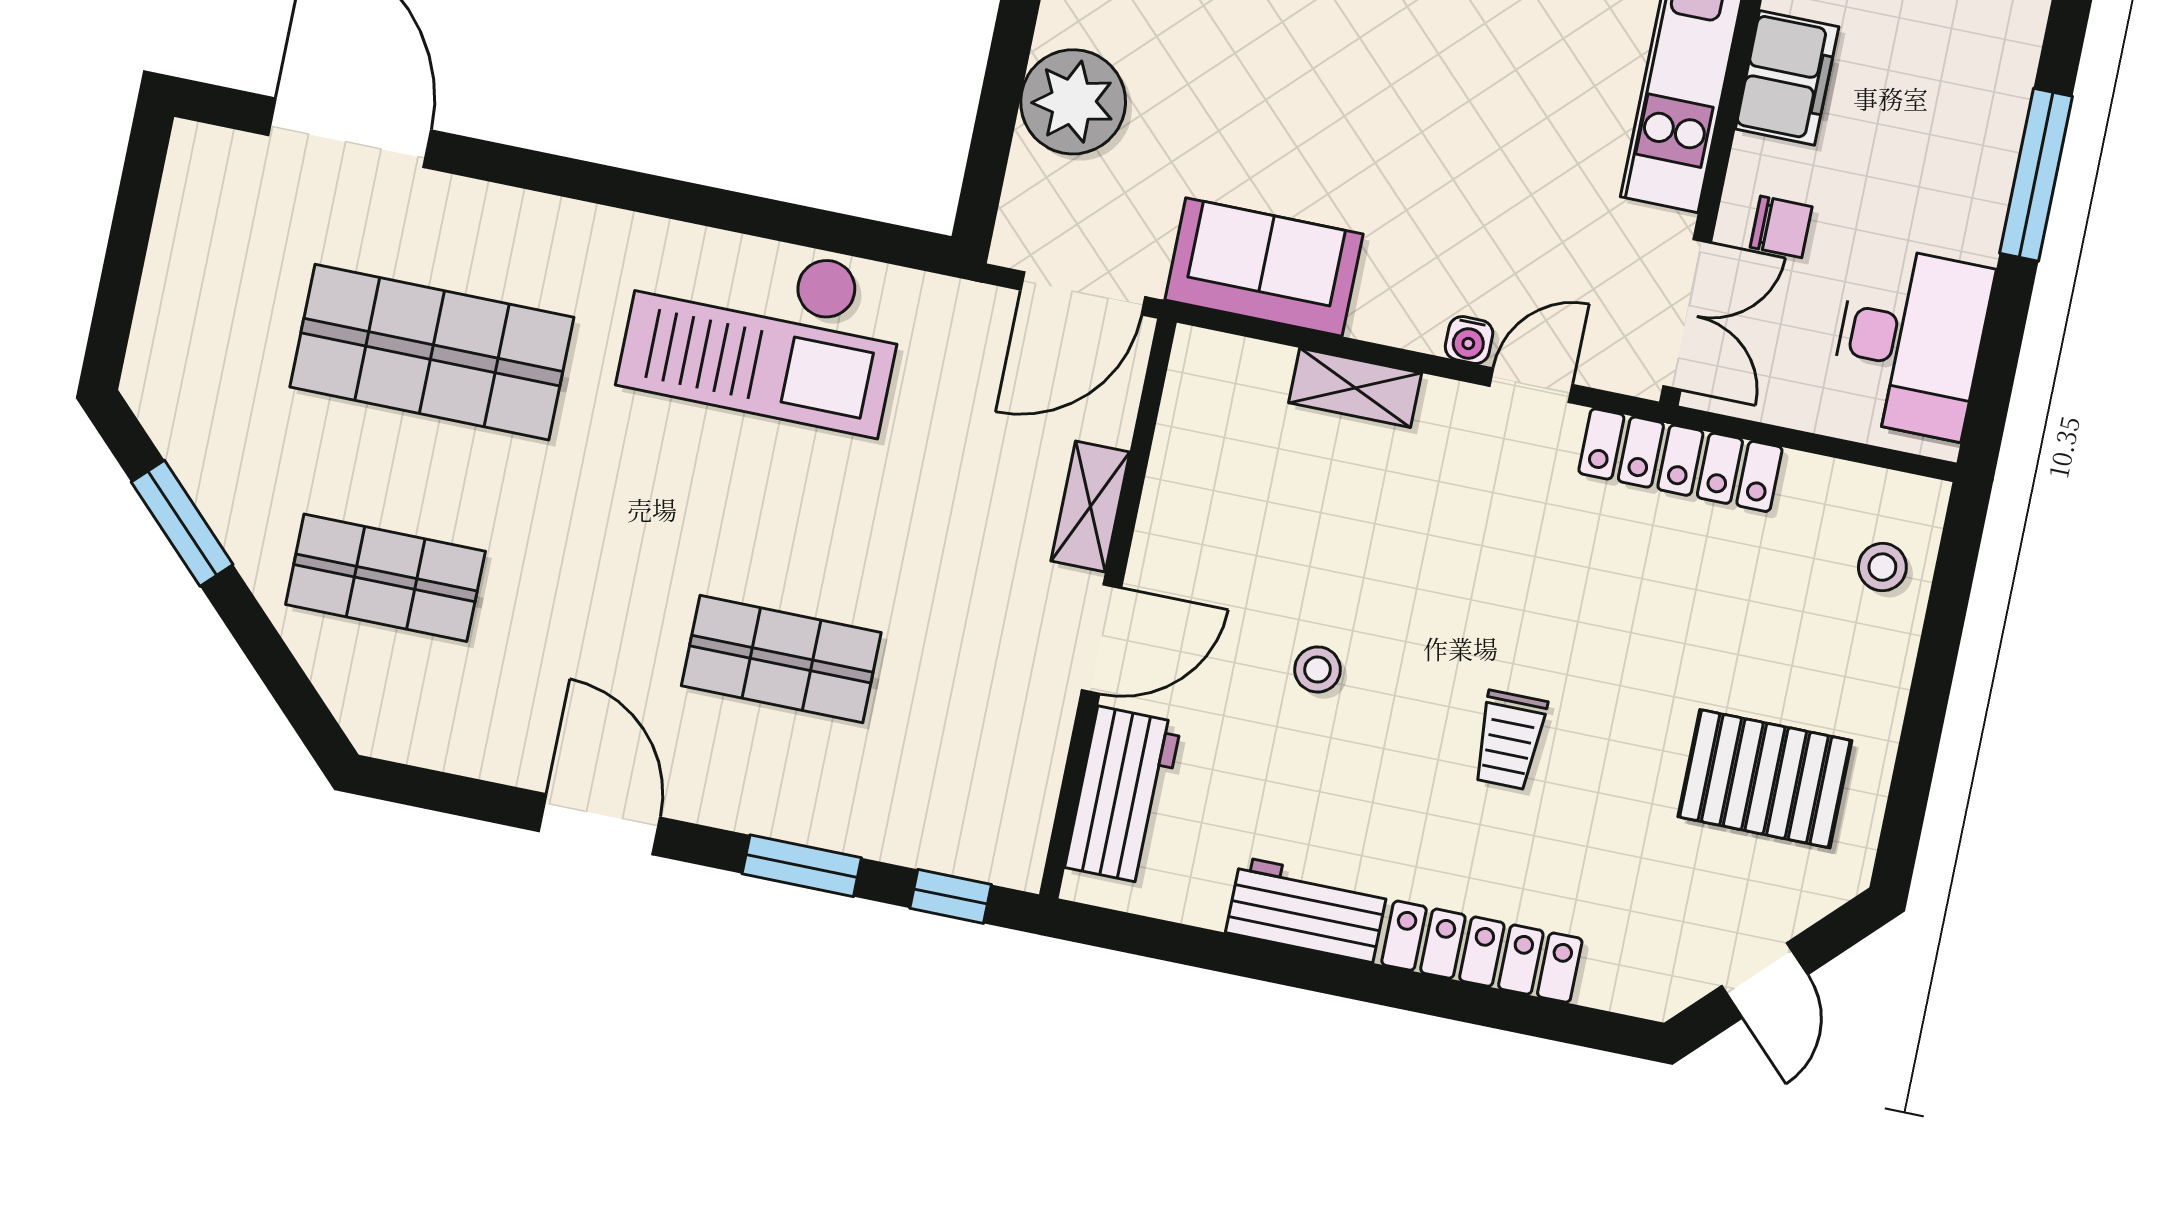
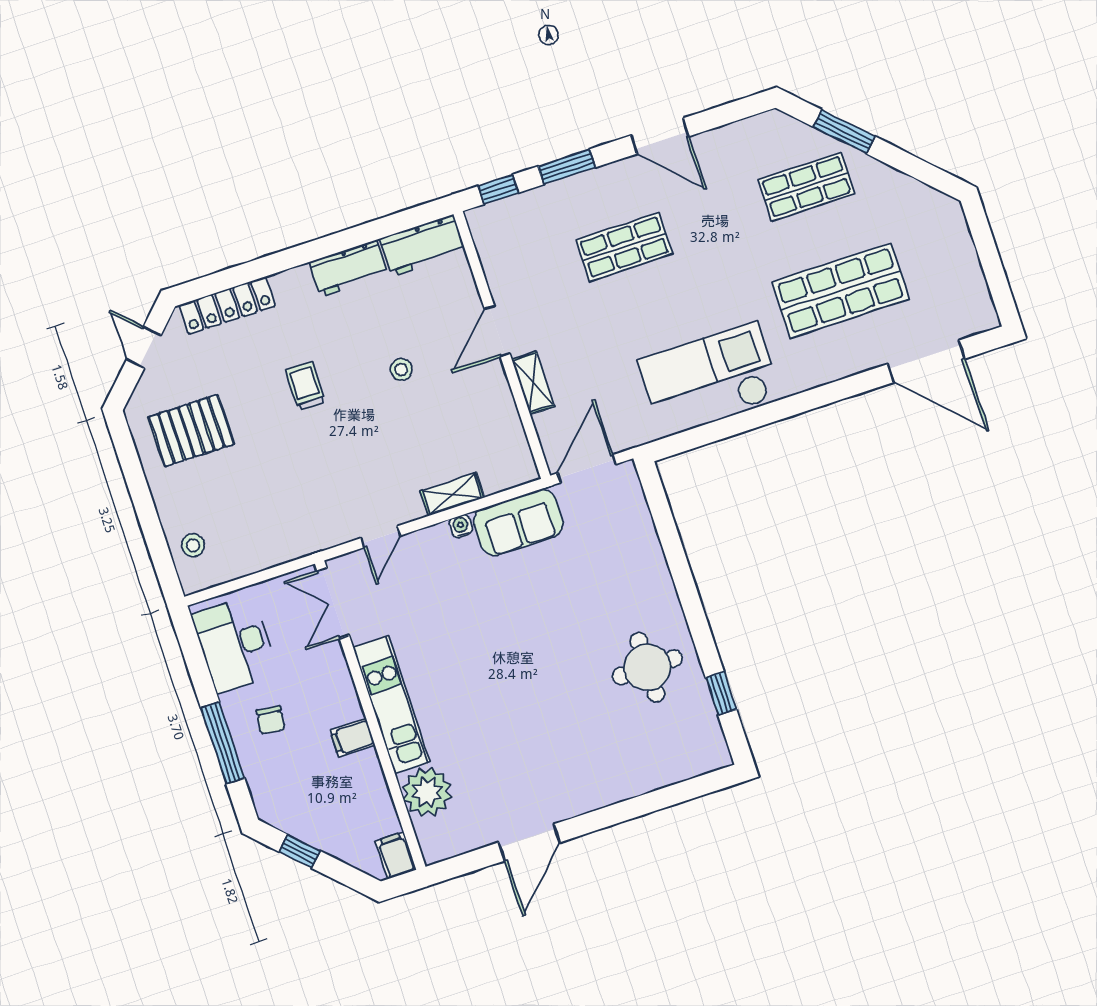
filing cabinet: (1787, 78) -> (352, 738), width x0.50
plant: (1073, 102) -> (636, 545), removed
chair: (1781, 227) -> (270, 720), moved, turned -82
water cooler: (1469, 340) -> (461, 526), moved
locker: (1680, 460) -> (301, 541), removed
window: (182, 523) -> (844, 132), moved
workbench: (1123, 795) -> (423, 246), moved, turned -90
locker: (1482, 952) -> (227, 305), moved

